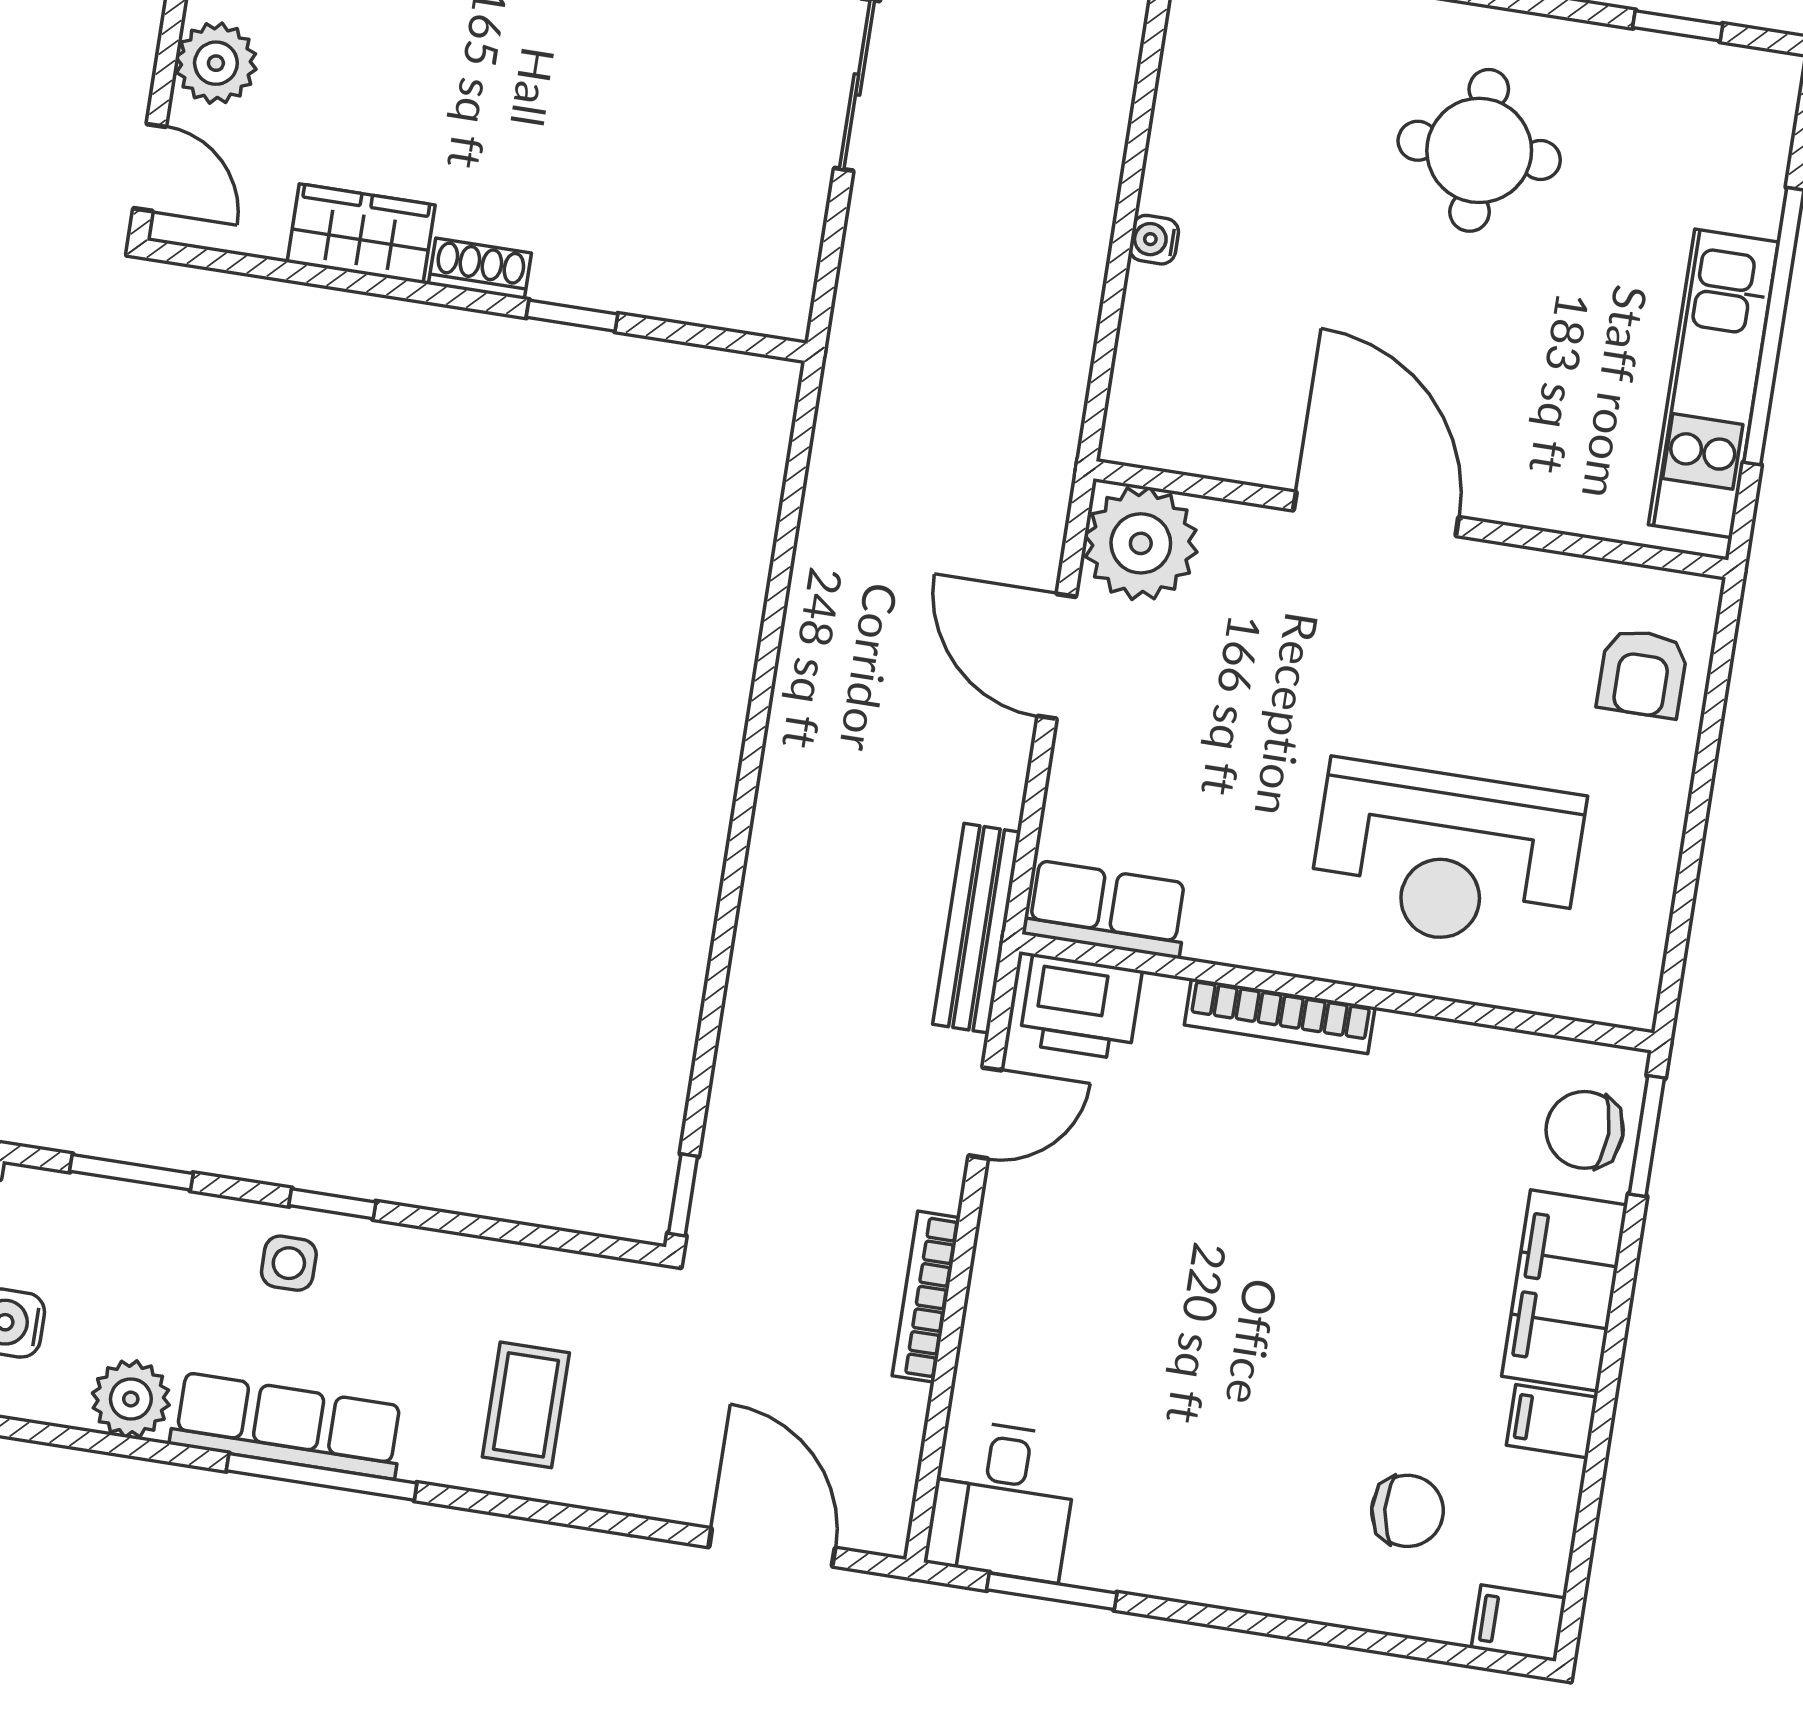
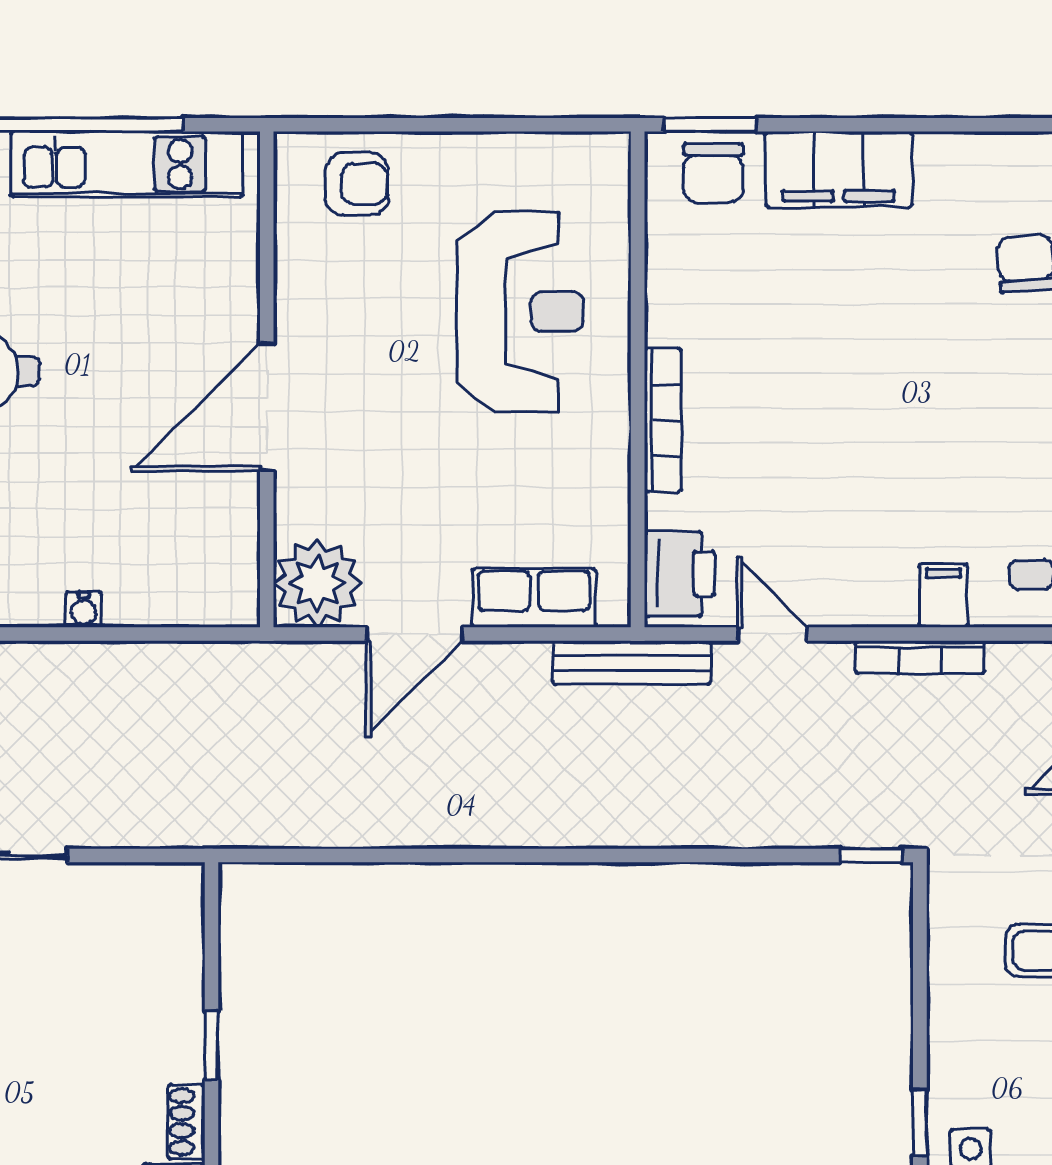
row of seats: (1106, 909) -> (534, 598), moved, turned 90
filing cabinet: (1552, 1421) -> (943, 595), moved, turned 180

